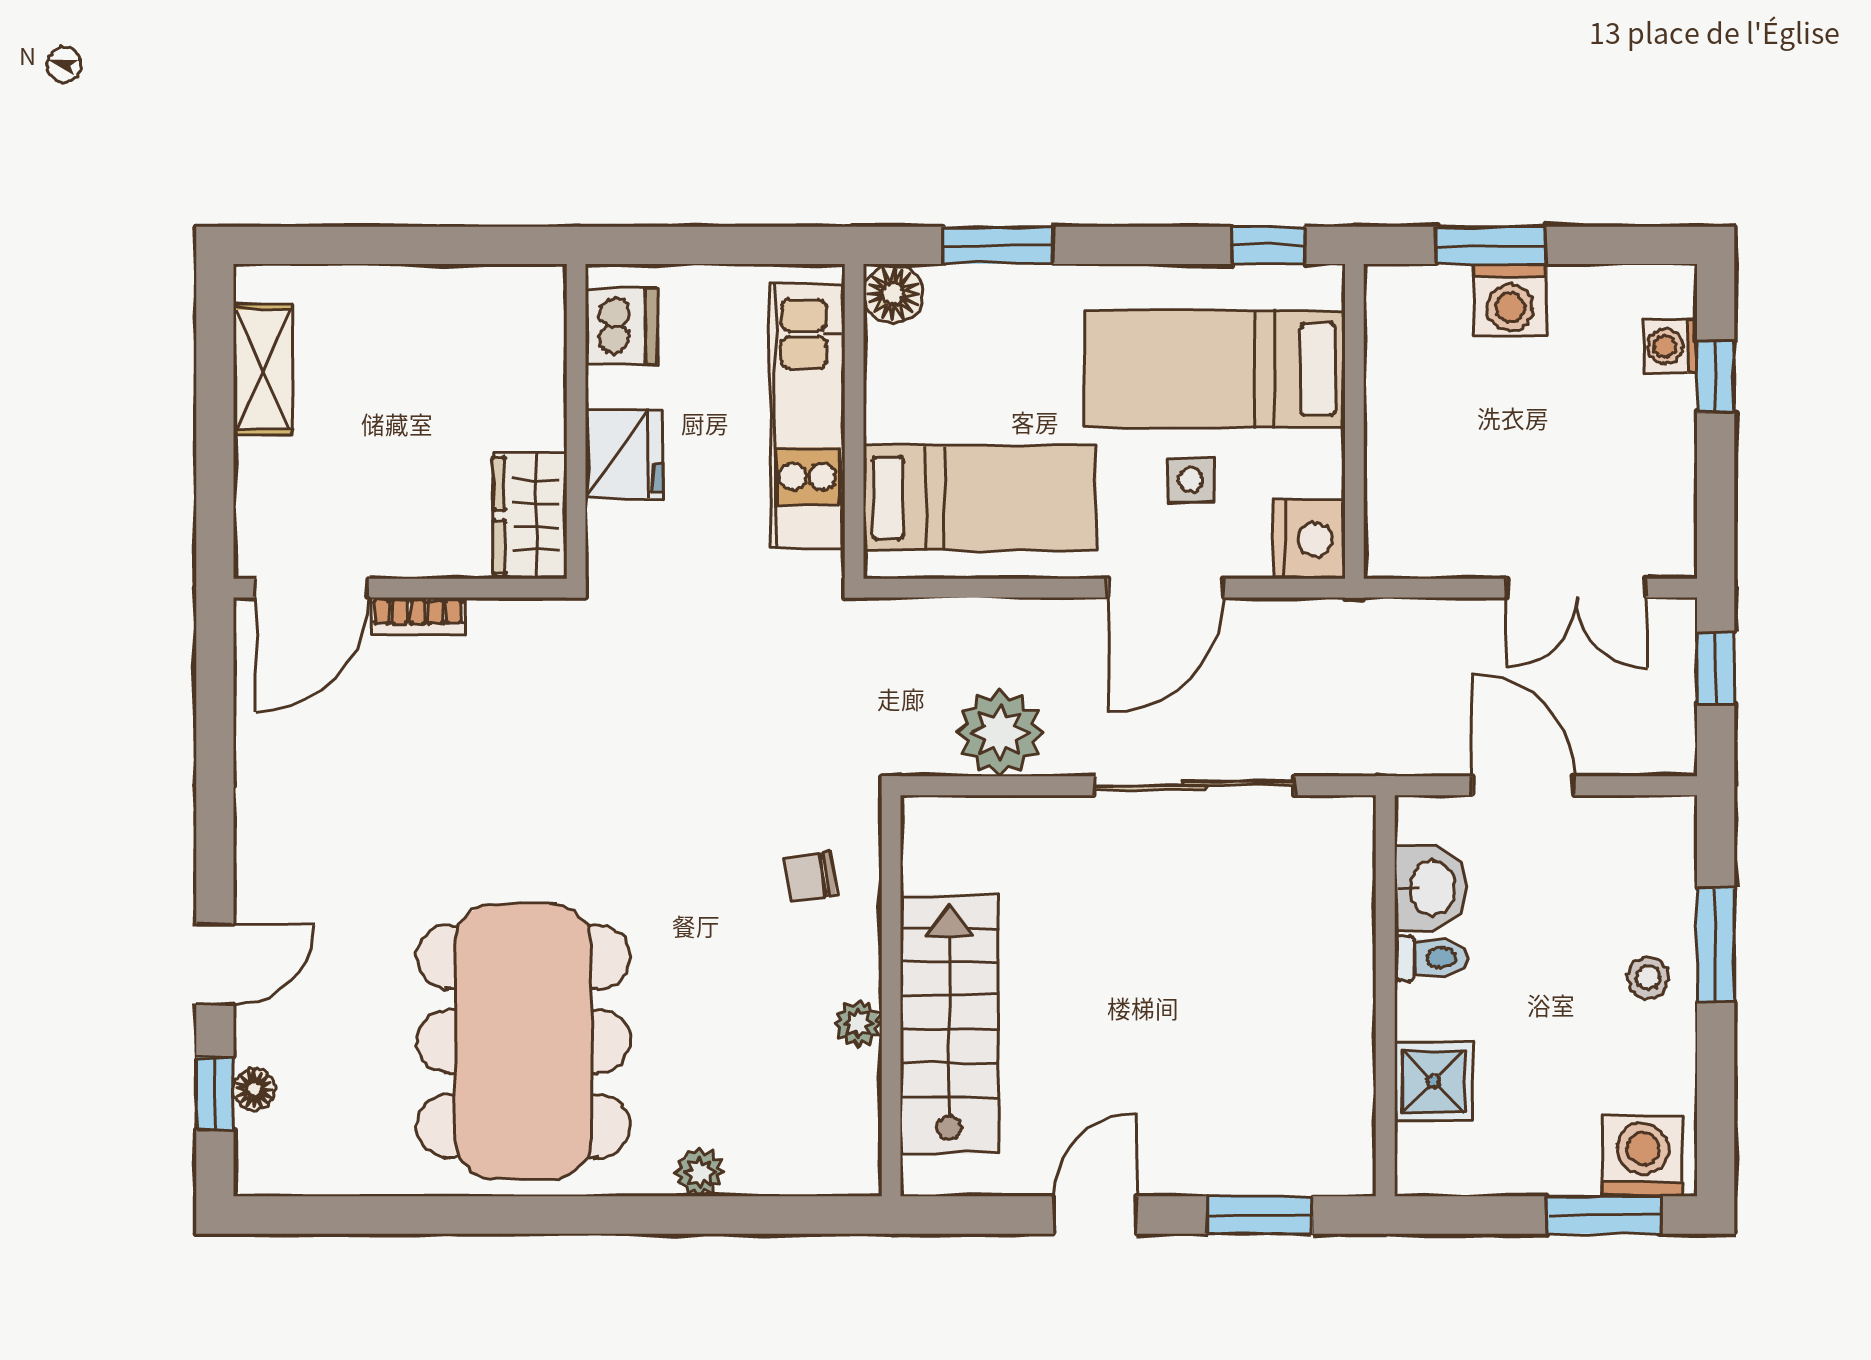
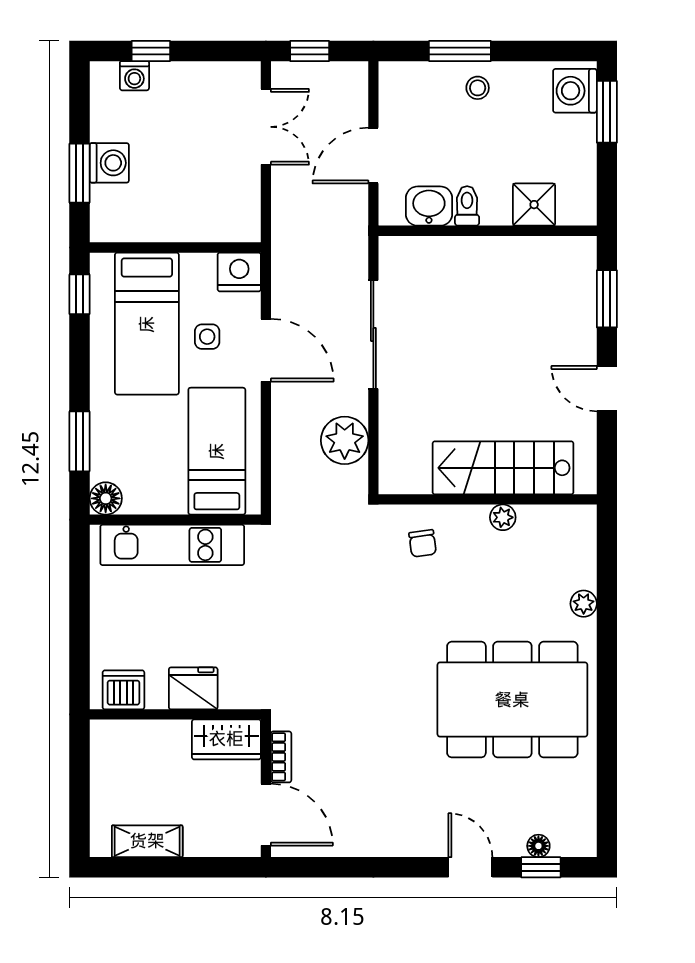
dishwasher: (621, 326) -> (123, 690), moved
wall: (576, 421) -> (175, 714), moved
fridge: (624, 454) -> (193, 688), moved
wardrobe: (530, 515) -> (226, 739), moved

